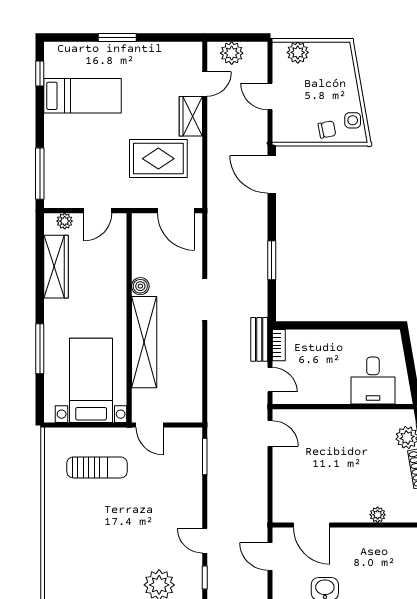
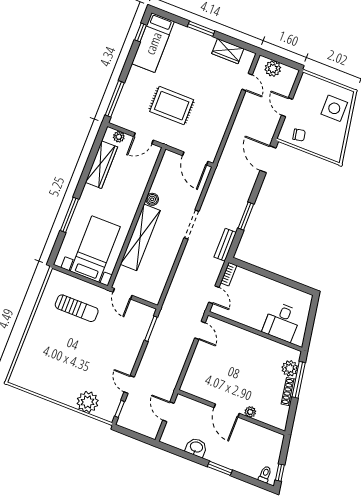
plant: (298, 52) -> (317, 85), removed
door: (205, 84) -> (247, 82), hinge flipped
bed: (82, 96) -> (153, 43), moved, turned 90
wardrobe: (191, 116) -> (228, 51), moved, turned -90
side table: (353, 120) -> (334, 108), moved, width x1.87, depth x1.87
chair: (327, 129) -> (299, 135), moved
rug: (158, 159) -> (172, 106), moved
bench: (259, 339) -> (225, 245), moved
door: (312, 525) -> (227, 411), moved

